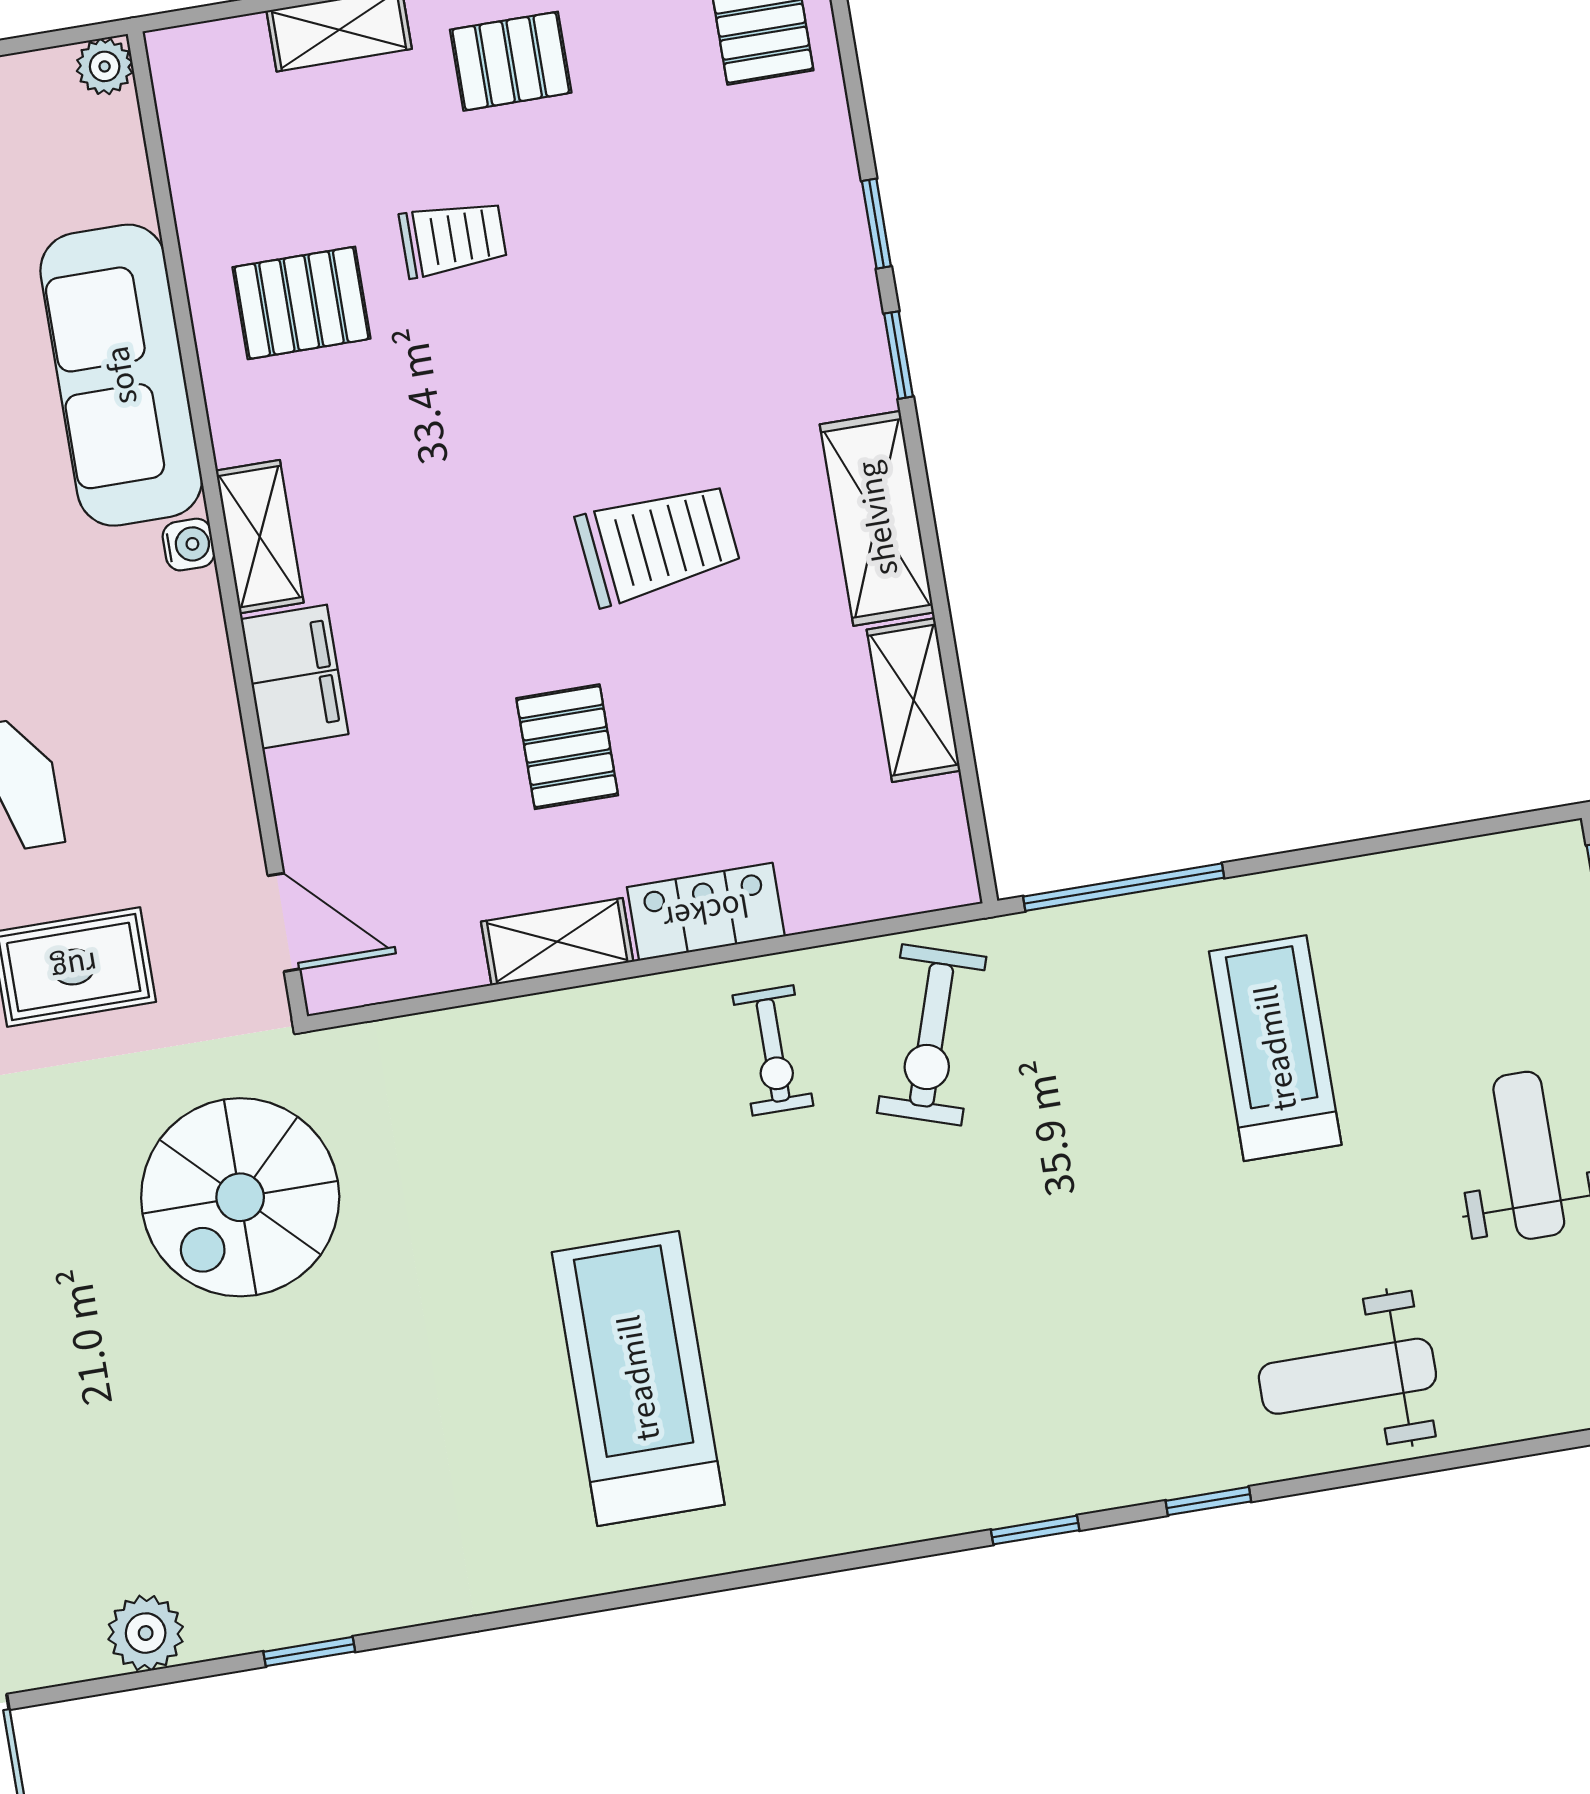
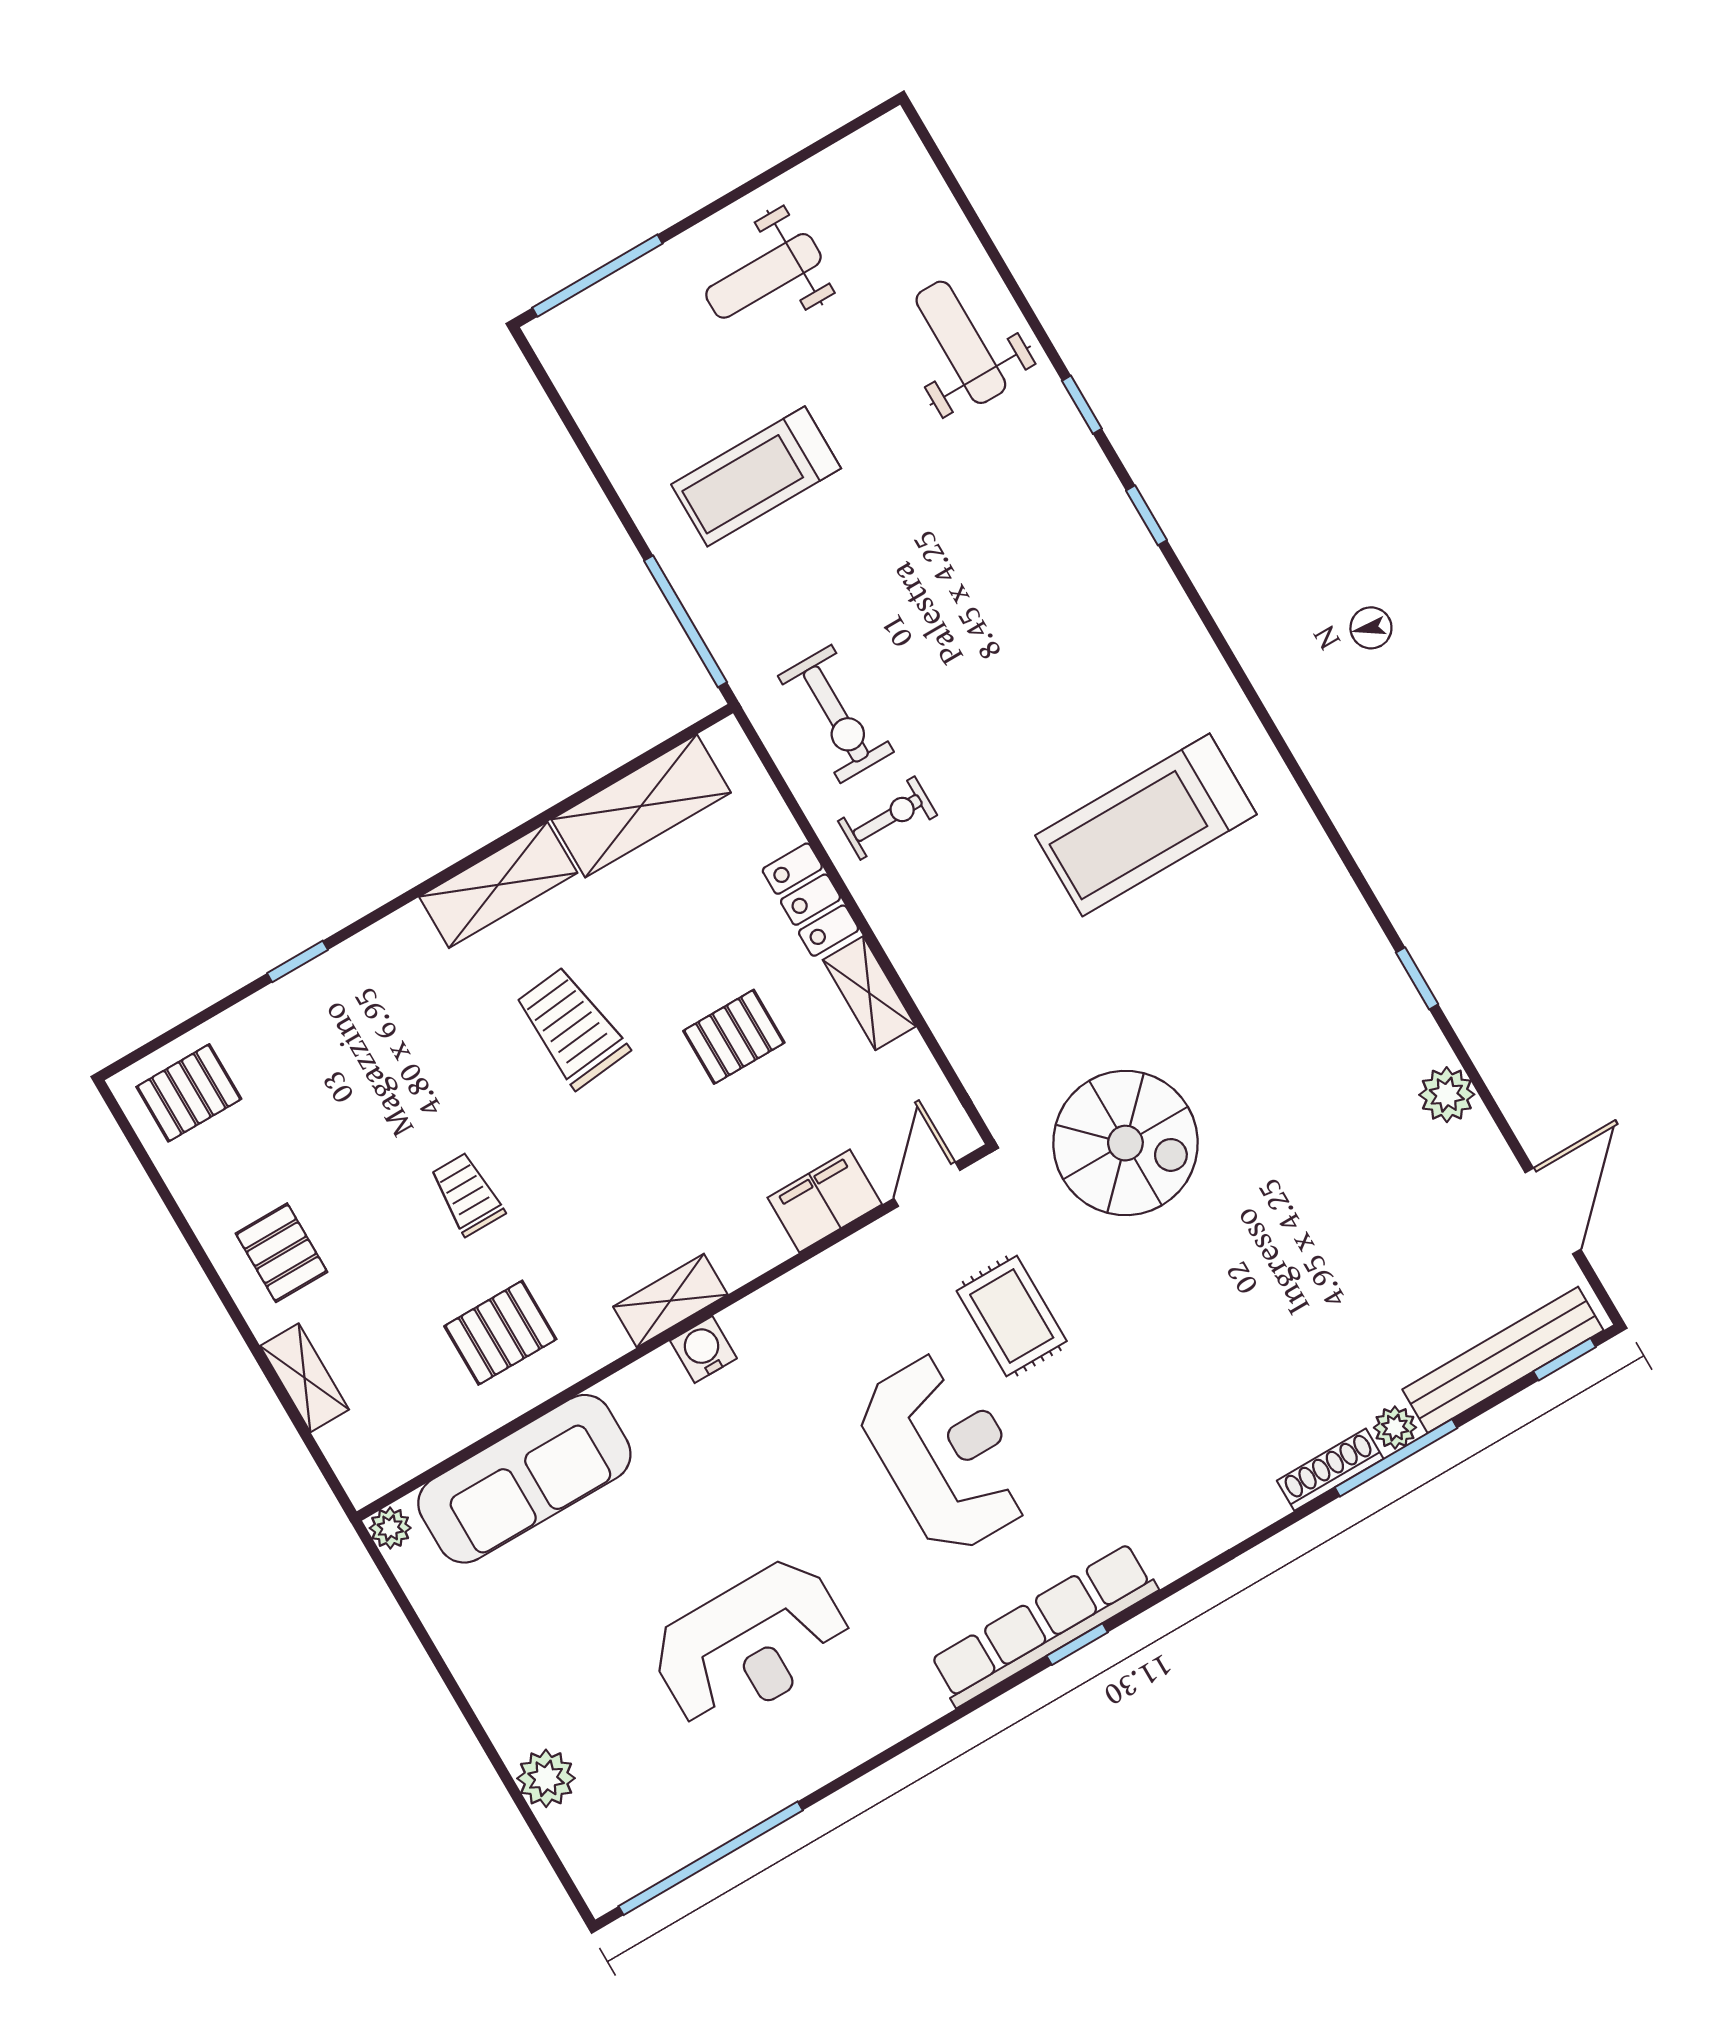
trolley: (453, 239) -> (467, 1194), moved
pallet: (301, 303) -> (500, 1333), turned 90
window: (898, 355) -> (381, 912), removed
sofa: (121, 375) -> (524, 1479), moved
water cooler: (189, 545) -> (703, 1350), width x1.38, depth x1.38
filing cabinet: (295, 677) -> (825, 1201), moved
shelving: (914, 700) -> (641, 806), width x1.50, depth x1.33
exercise bike: (932, 1035) -> (836, 714), turned 72
weight bench: (1347, 1376) -> (961, 342), turned 180

